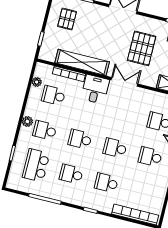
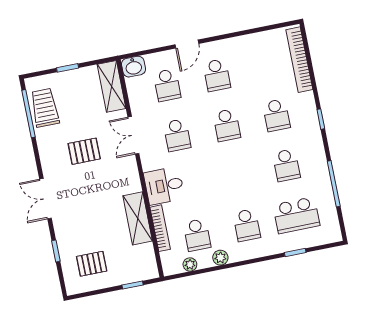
pallet: (142, 48) -> (84, 151), width x0.67, depth x0.71
shelving: (82, 62) -> (138, 218), width x0.68
double door: (124, 82) -> (133, 135), moved
plant: (27, 121) -> (220, 258), moved
school desk: (80, 139) -> (177, 135), moved

